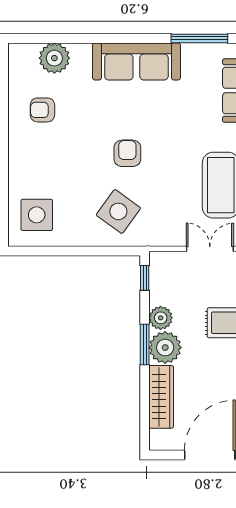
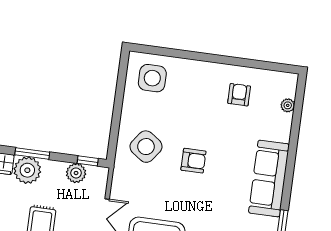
plant: (54, 58) -> (288, 105), width x0.53, depth x0.53
plant: (161, 318) -> (76, 173), moved

